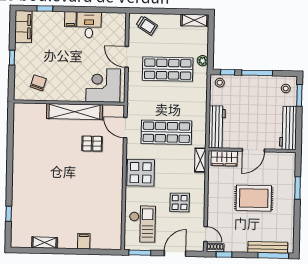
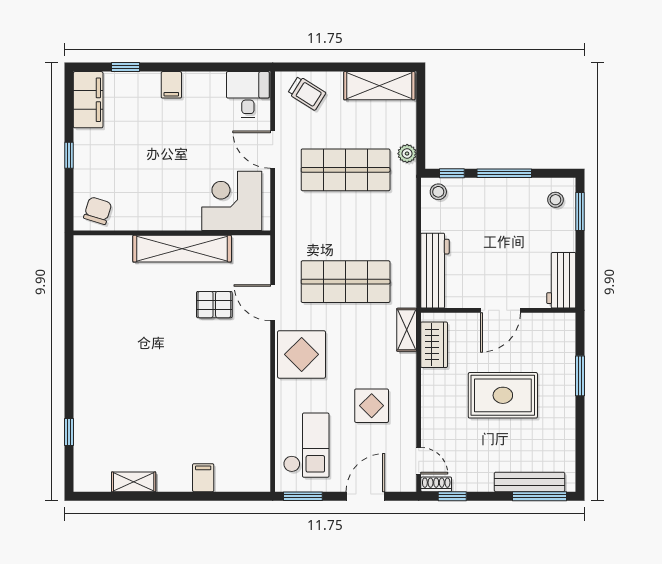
shelving: (194, 20) -> (379, 86), width x1.50, depth x1.33
desk: (89, 25) -> (248, 94), moved
chair: (38, 83) -> (98, 211), moved
door: (125, 128) -> (273, 303), moved
workbench: (288, 128) -> (561, 280), width x0.73
wardrobe: (224, 158) -> (434, 345), moved, turned -90

